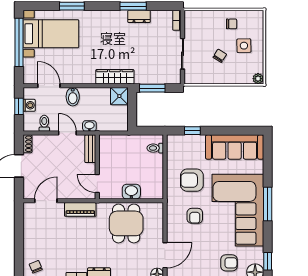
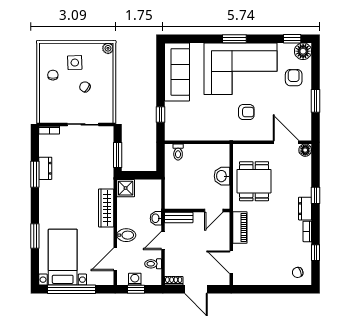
wardrobe: (115, 77) -> (106, 208), moved
armchair: (192, 180) -> (210, 115), removed
window: (268, 204) -> (234, 39), width x0.69
dining table: (126, 223) -> (254, 181), turned 90

